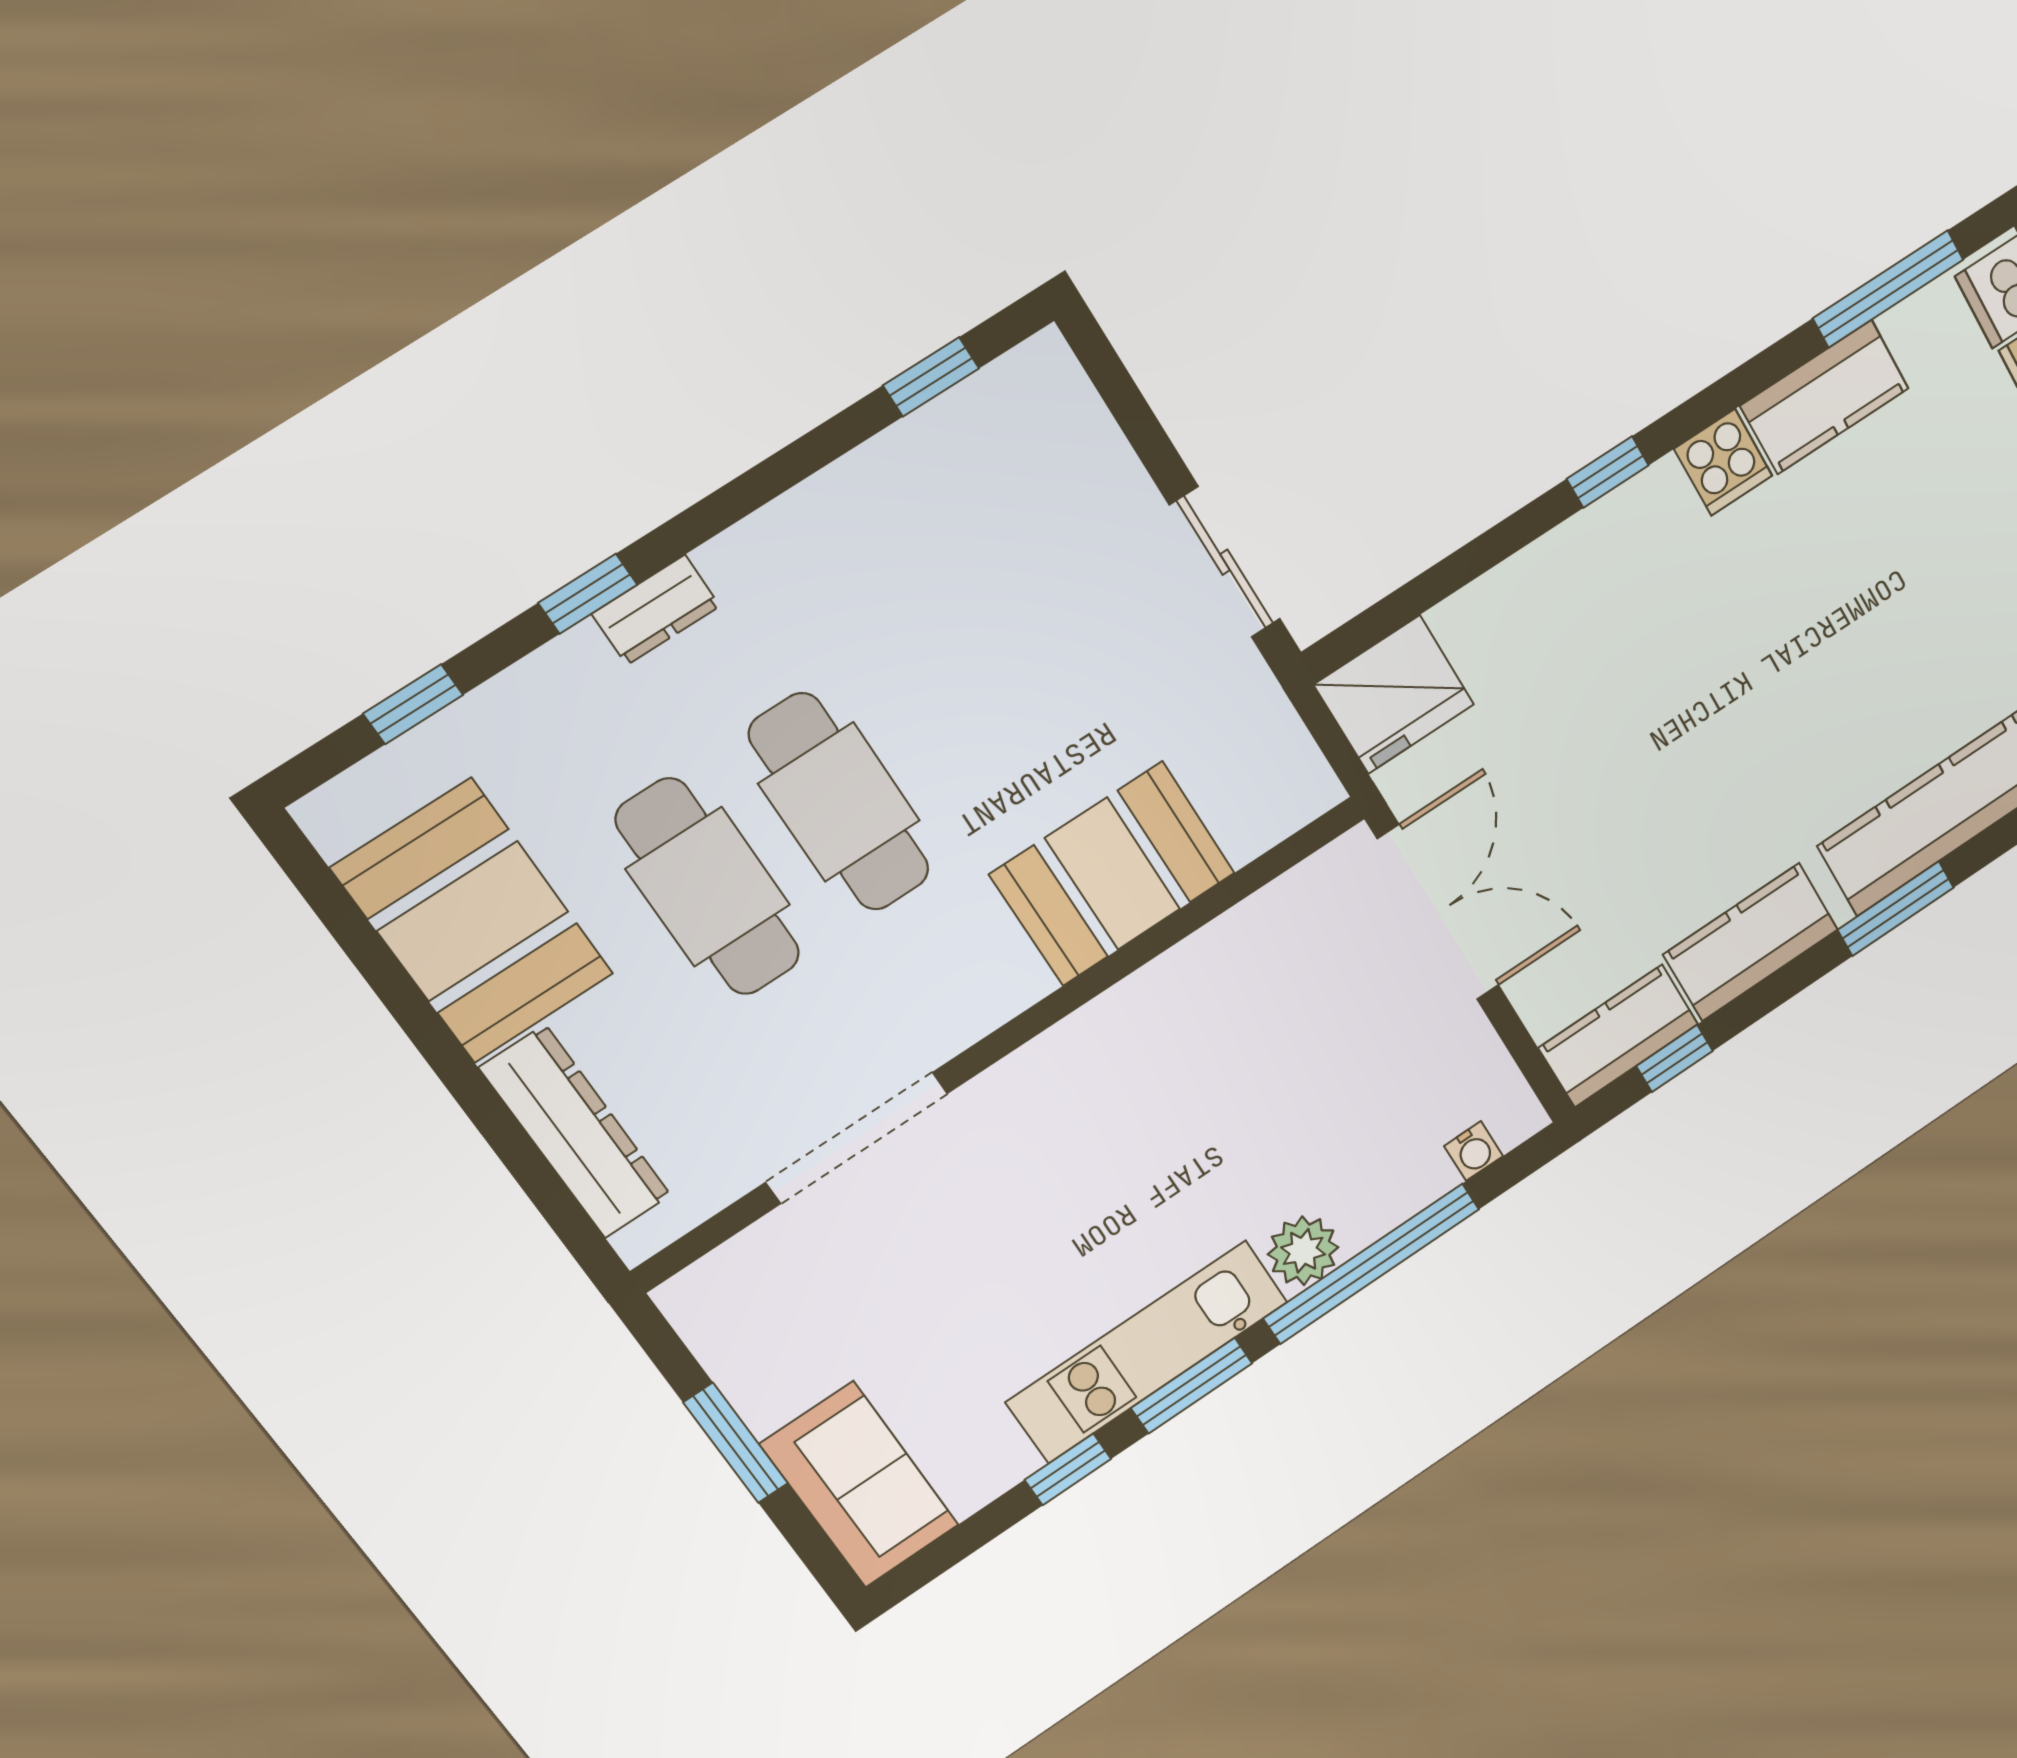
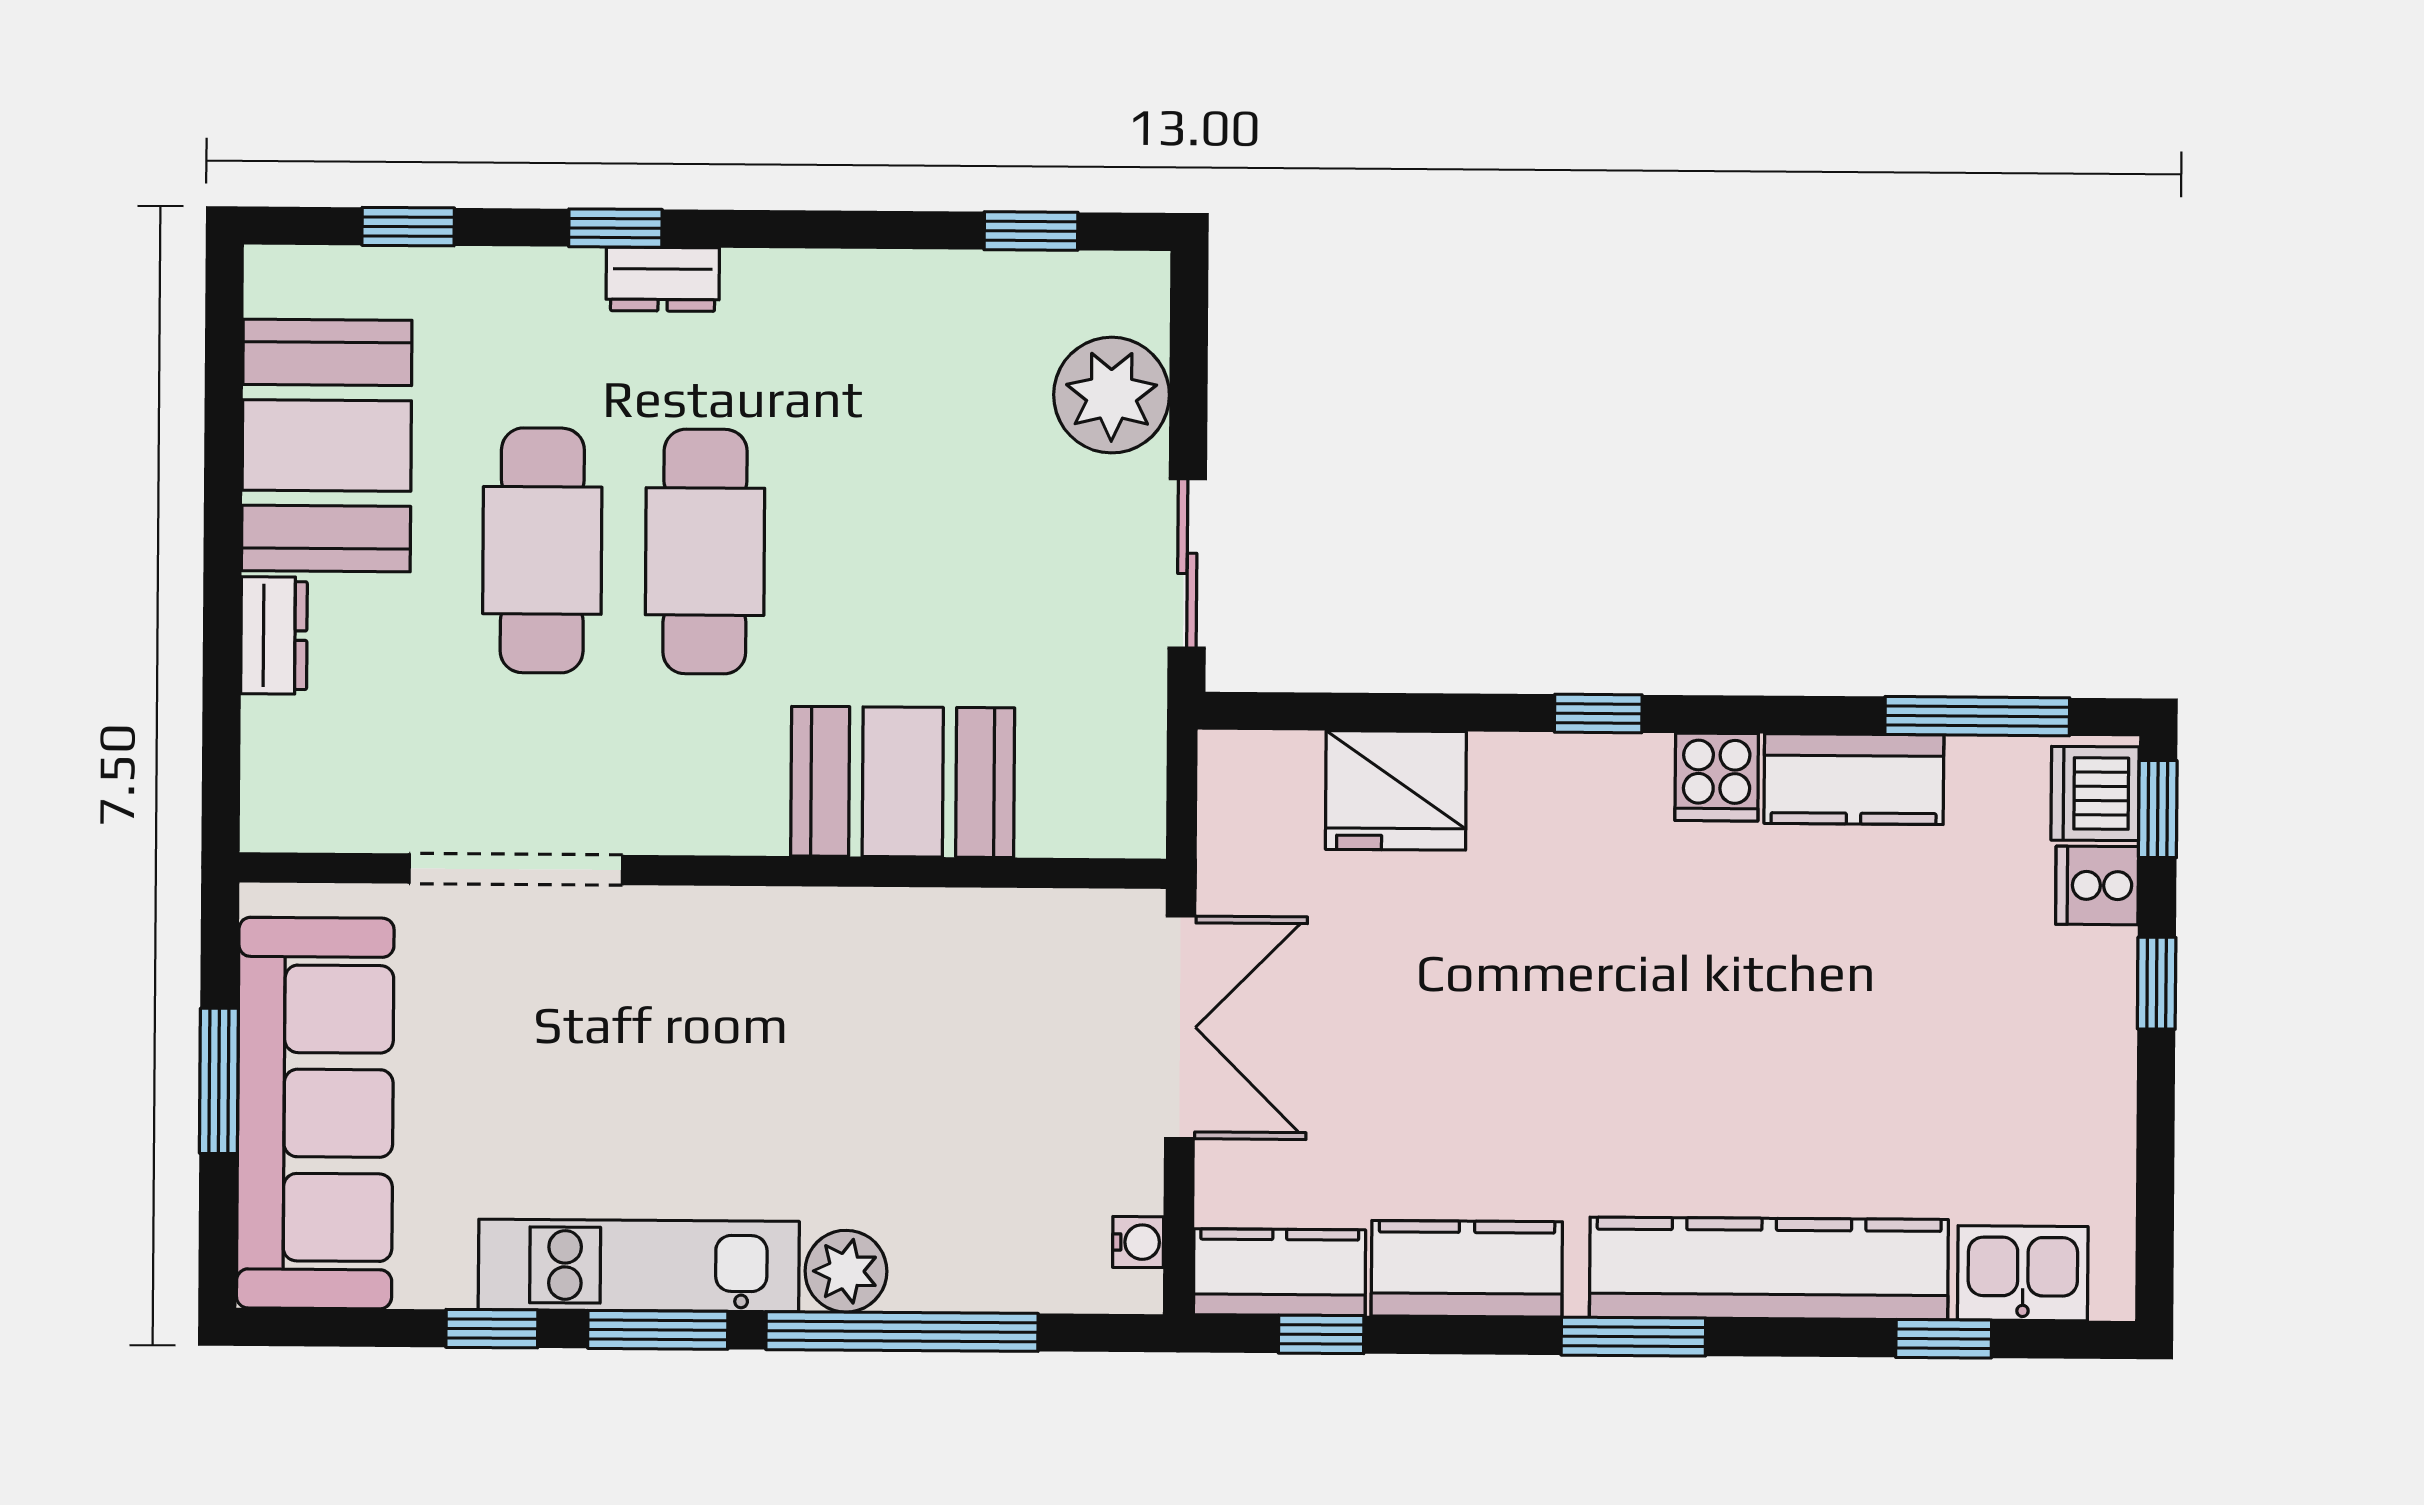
plant: (1081, 468) -> (1112, 395), added
fridge: (1394, 695) -> (1396, 790), moved
dresser: (575, 1132) -> (274, 635), width x0.51, depth x0.80
water cooler: (1474, 1151) -> (1138, 1242), moved, turned -90
sofa: (860, 1485) -> (315, 1113), width x1.85, depth x1.27

